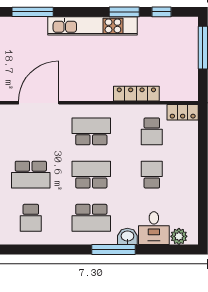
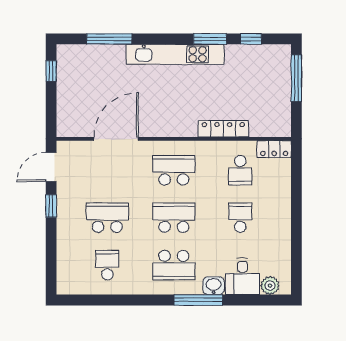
school desk: (31, 175) -> (107, 218), turned 180
school desk: (31, 218) -> (107, 265), turned 180

